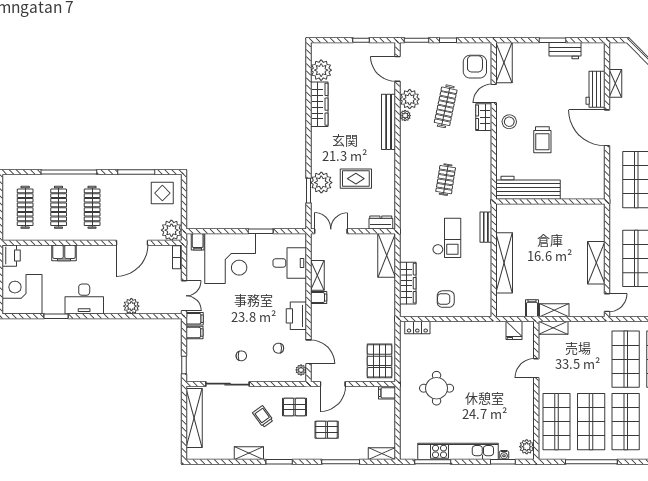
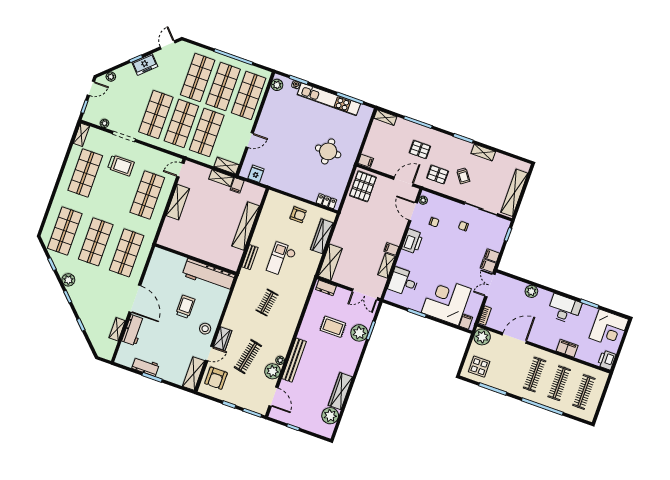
shop shelf: (591, 359) -> (207, 133), added

